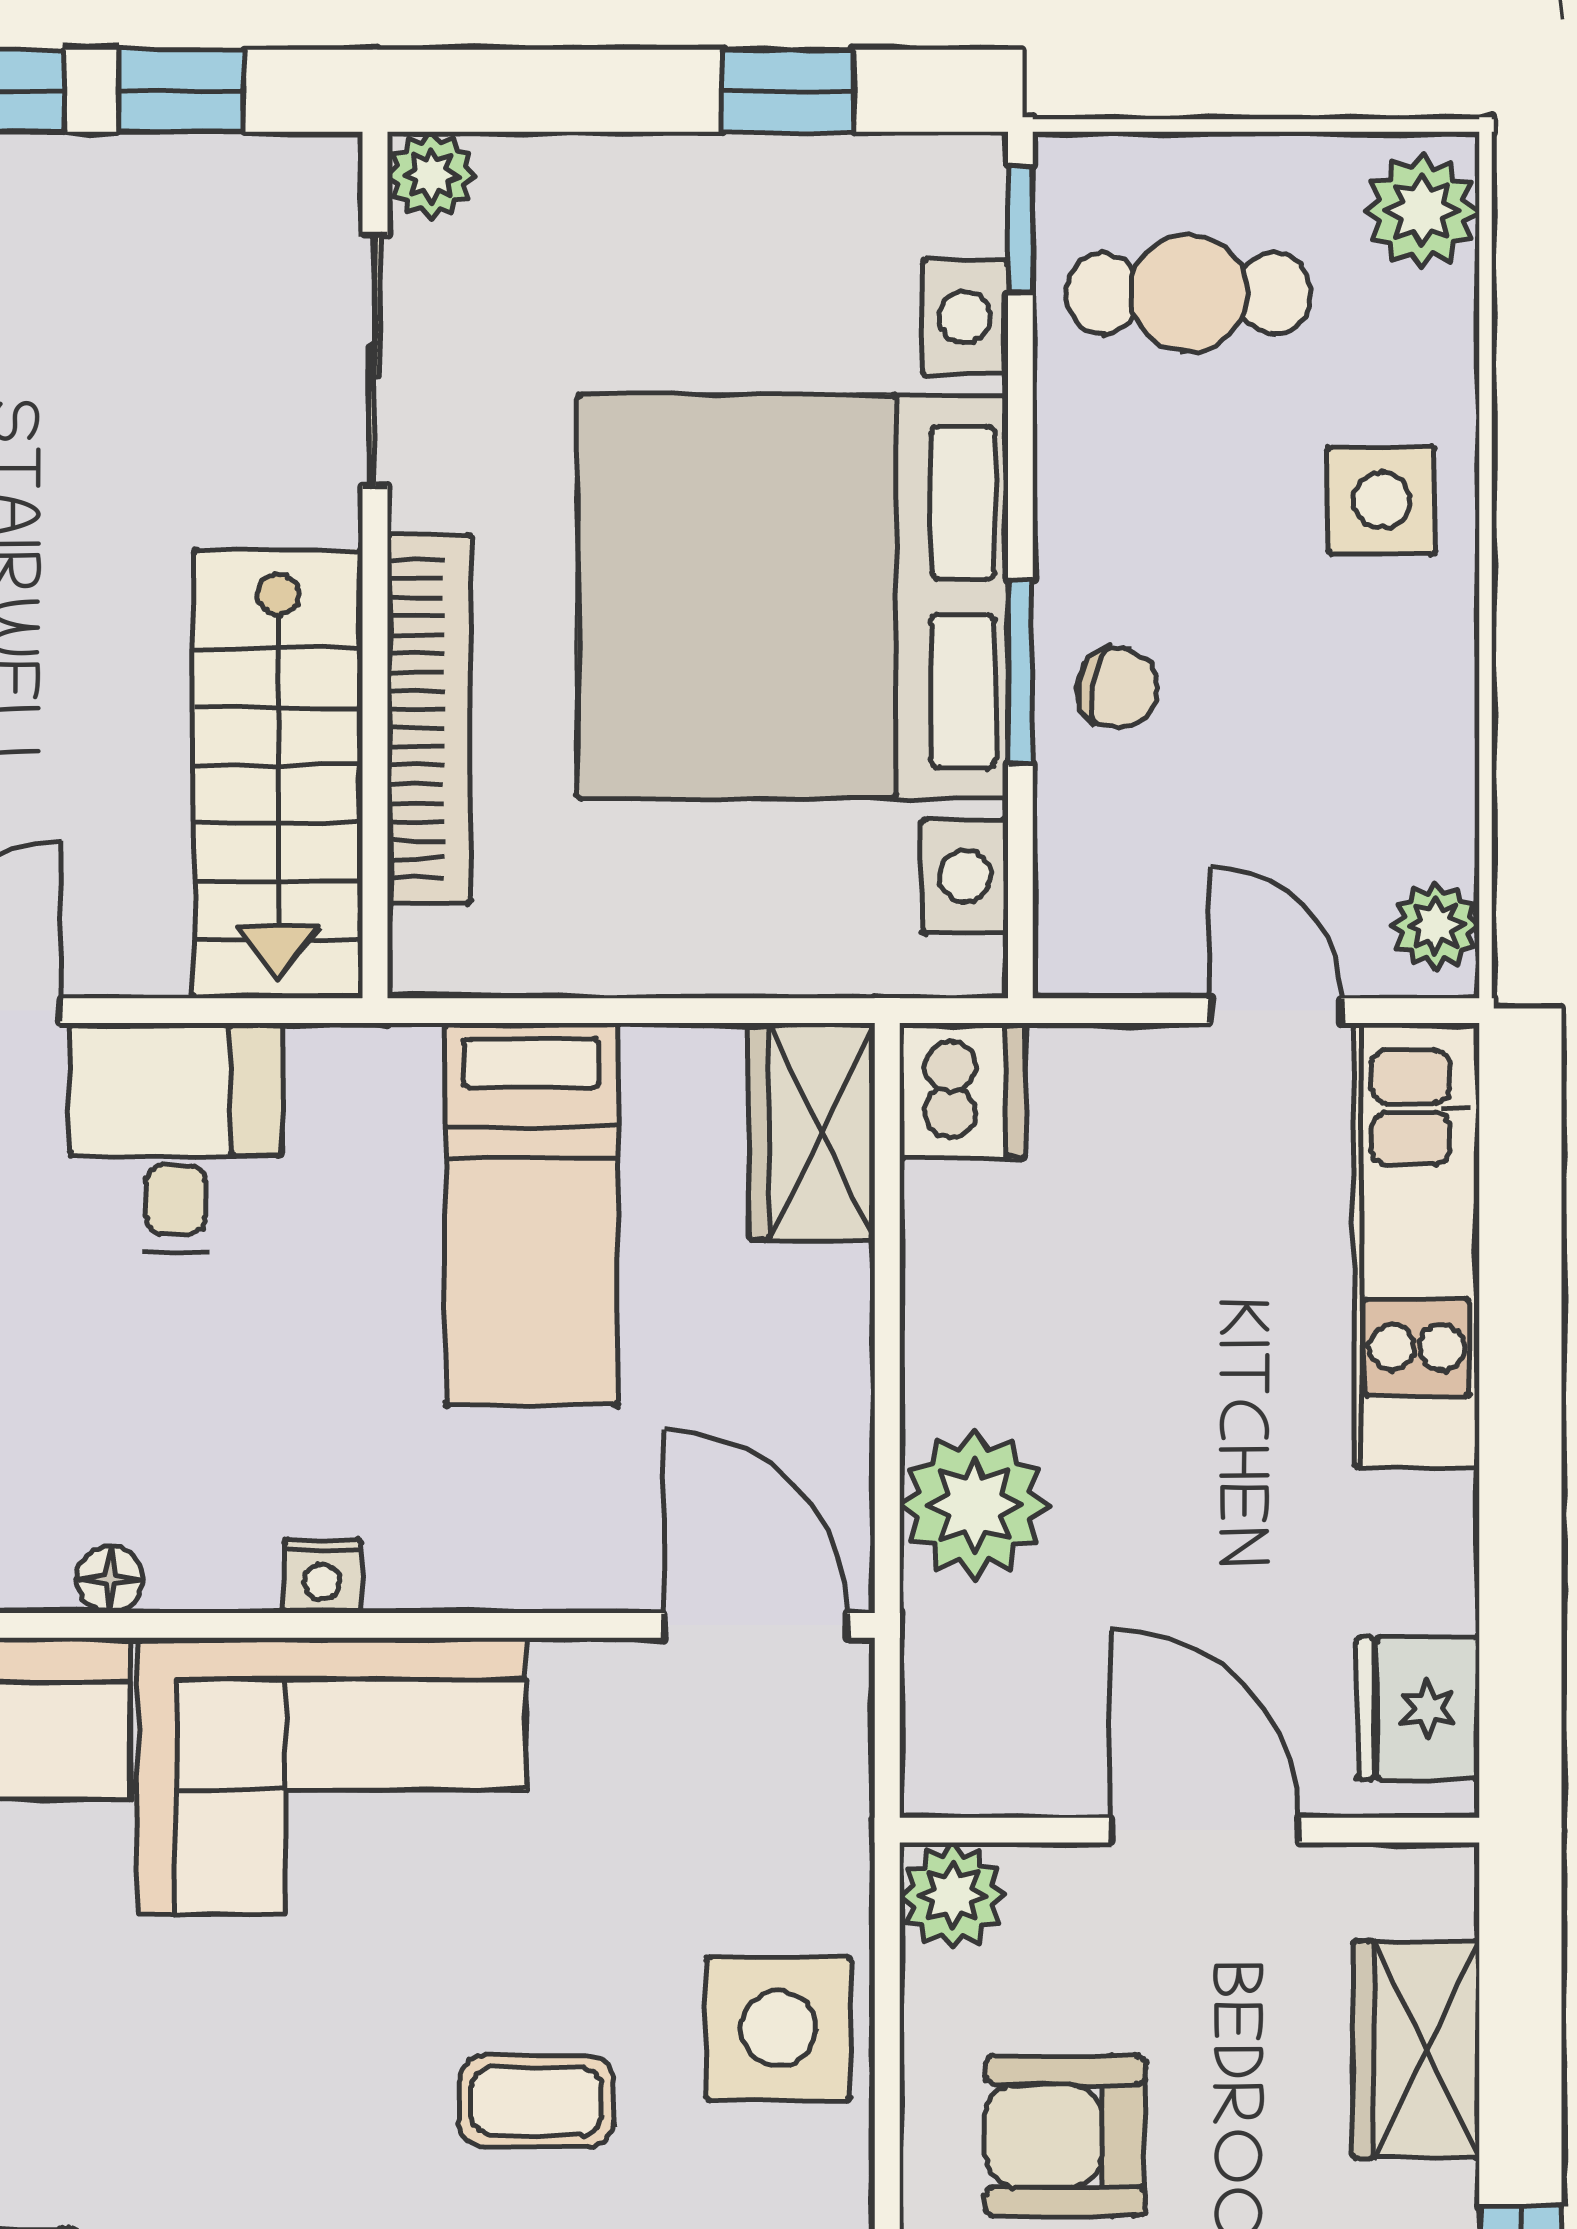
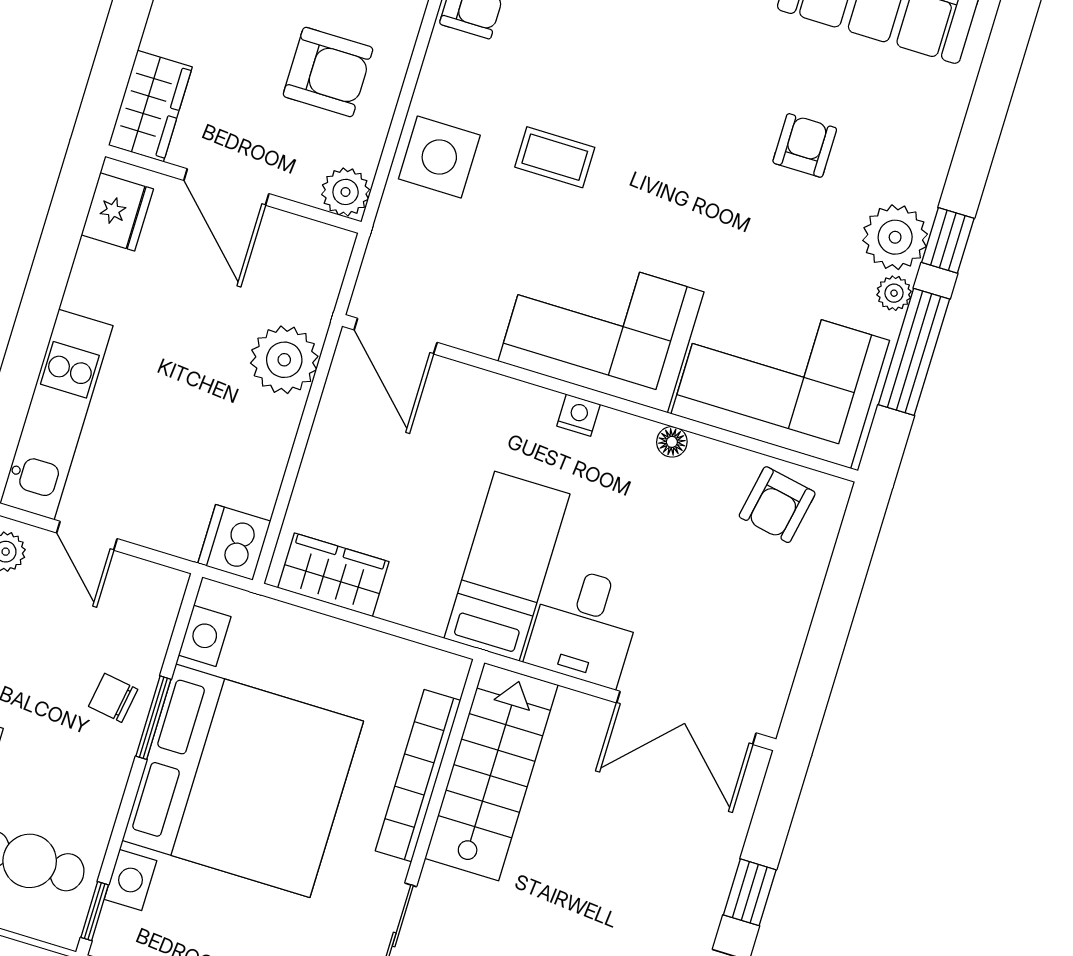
wardrobe: (812, 1131) -> (333, 575), moved, turned -90
bed: (532, 1214) -> (507, 566), moved
wardrobe: (1416, 2049) -> (150, 106), moved

